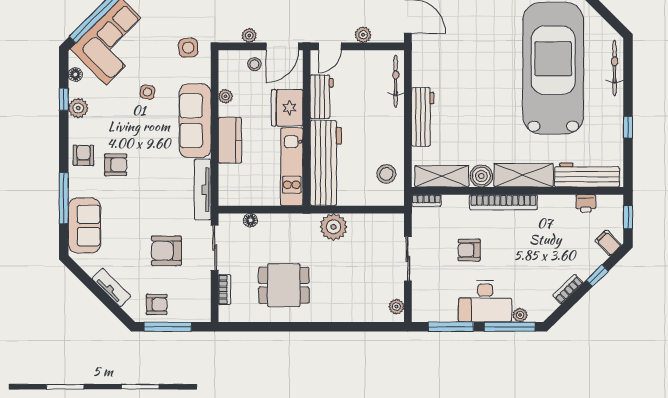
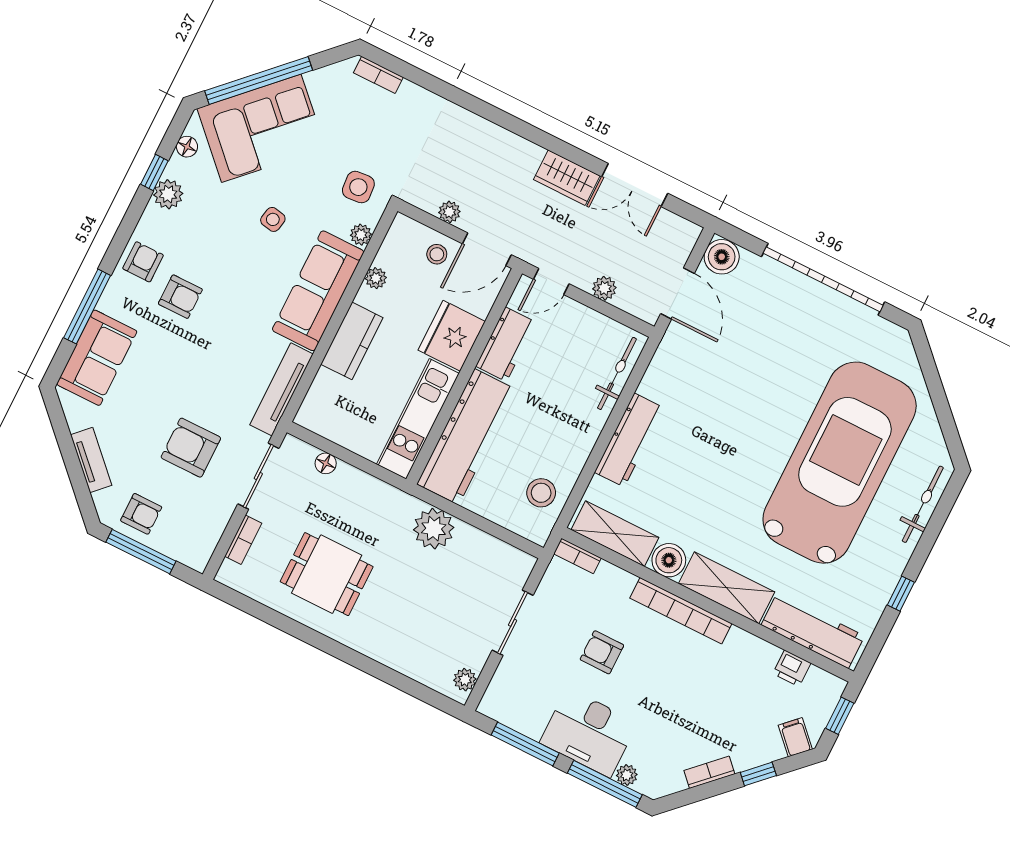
plant: (204, 75) -> (361, 235), added

